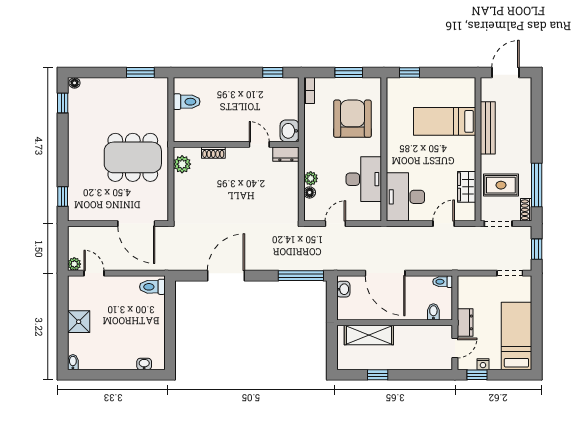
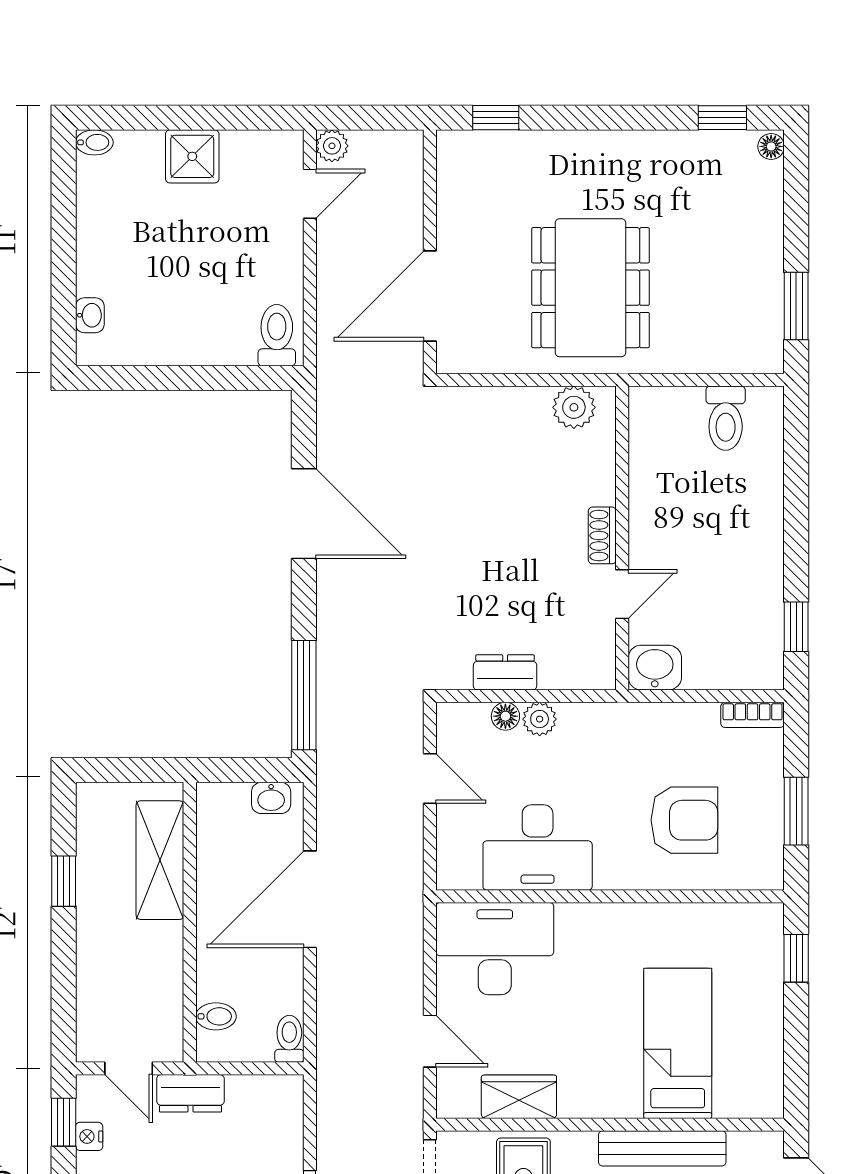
armchair: (352, 119) -> (684, 820), width x0.73, depth x0.73
shoe rack: (213, 153) -> (602, 535), moved
dresser: (286, 154) -> (505, 672), moved, turned 90

